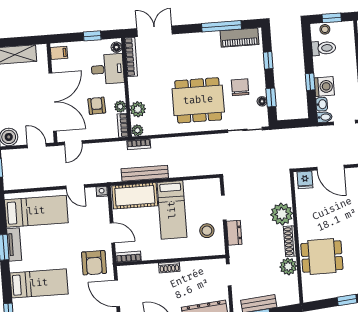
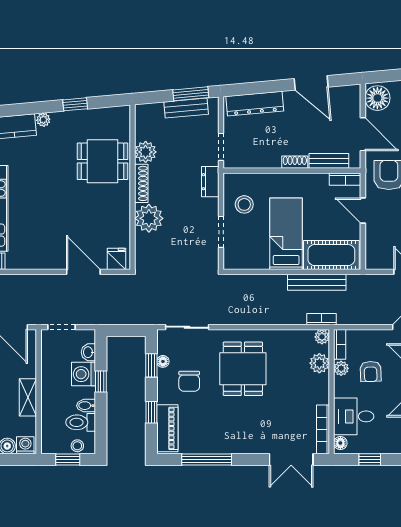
piano: (239, 38) -> (167, 428), moved, turned 90
dining table: (198, 100) -> (243, 369), width x0.73
bidet: (325, 117) -> (86, 406), moved
nightstand: (102, 192) -> (373, 263), removed
dresser: (234, 233) -> (210, 182), moved
bench: (142, 270) -> (329, 161), added

